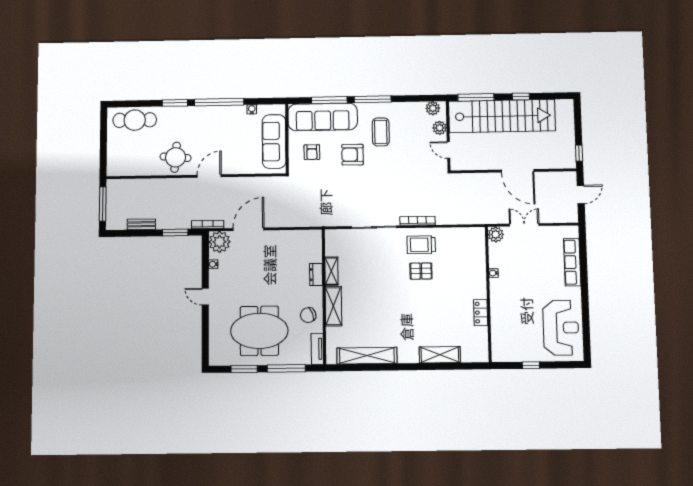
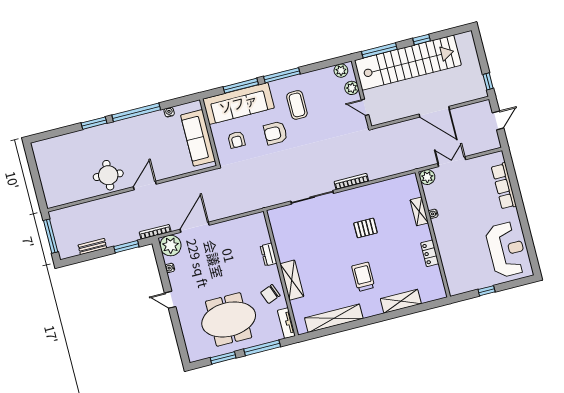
cafe table: (135, 120) -> (60, 149), removed
trolley: (421, 245) -> (363, 277), moved, turned 90
shelving: (331, 271) -> (419, 211), moved

